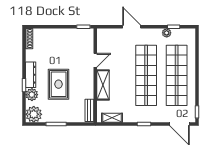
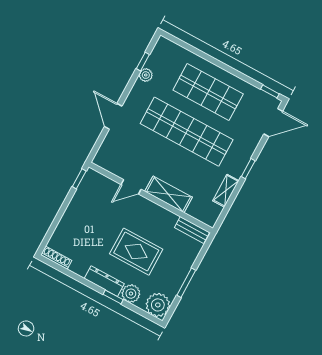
door: (132, 27) -> (113, 116), hinge flipped
door: (95, 60) -> (131, 187), swing flipped
shop shelf: (177, 75) -> (208, 92), width x0.71
shelving: (112, 118) -> (226, 191), moved

